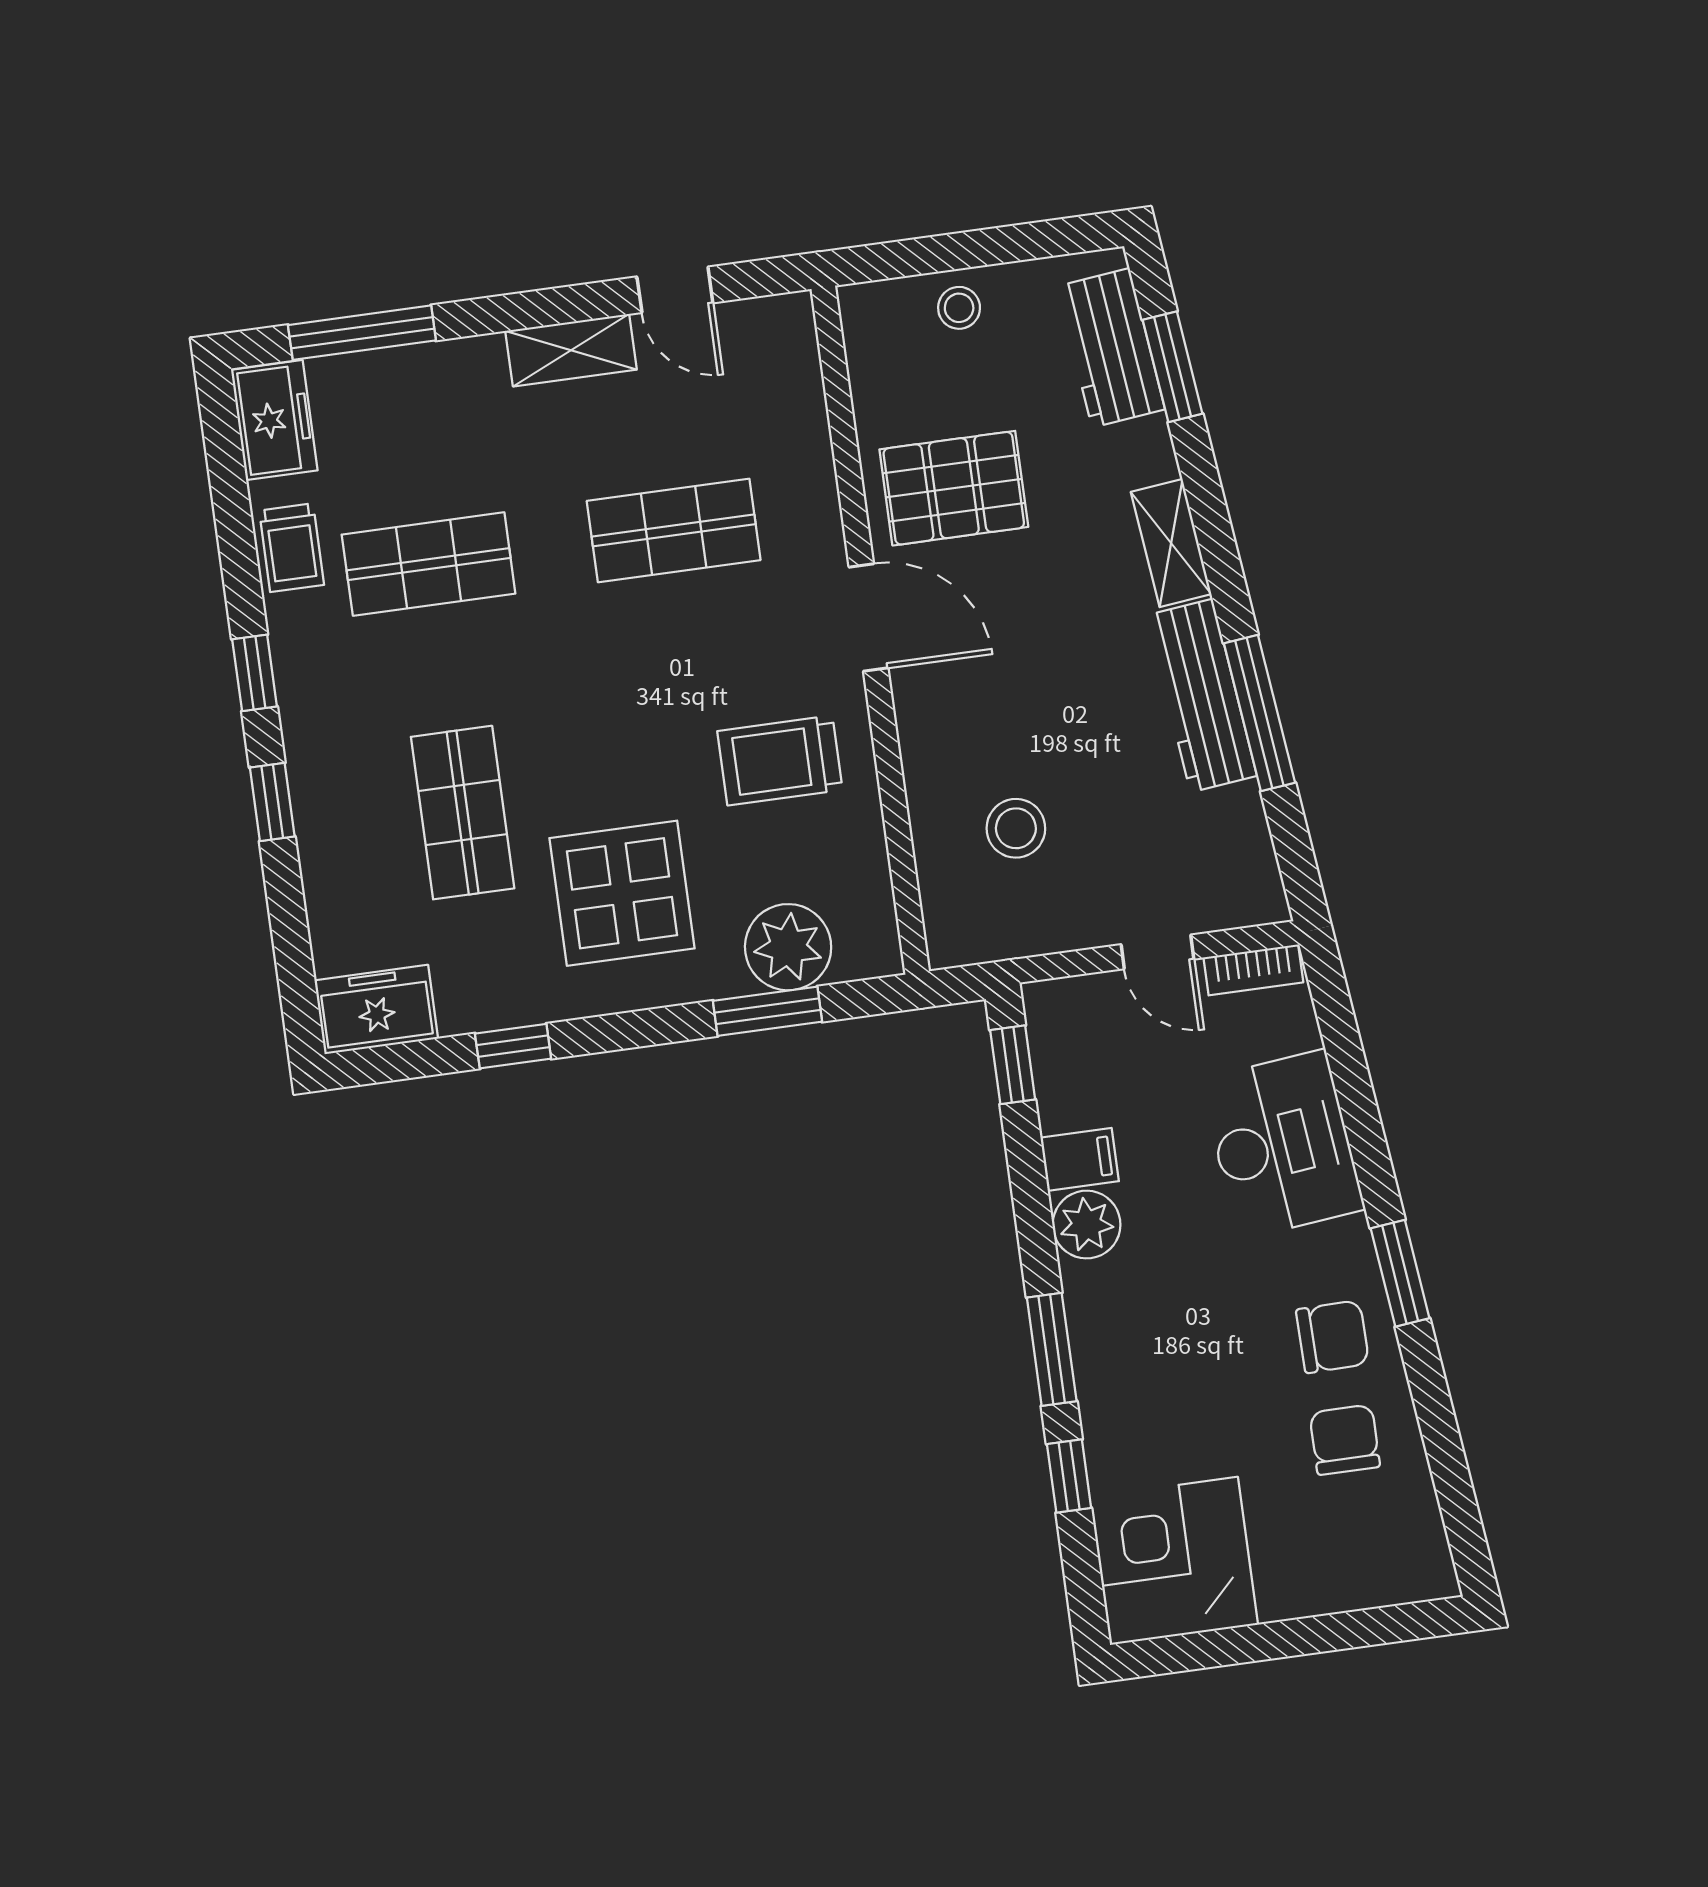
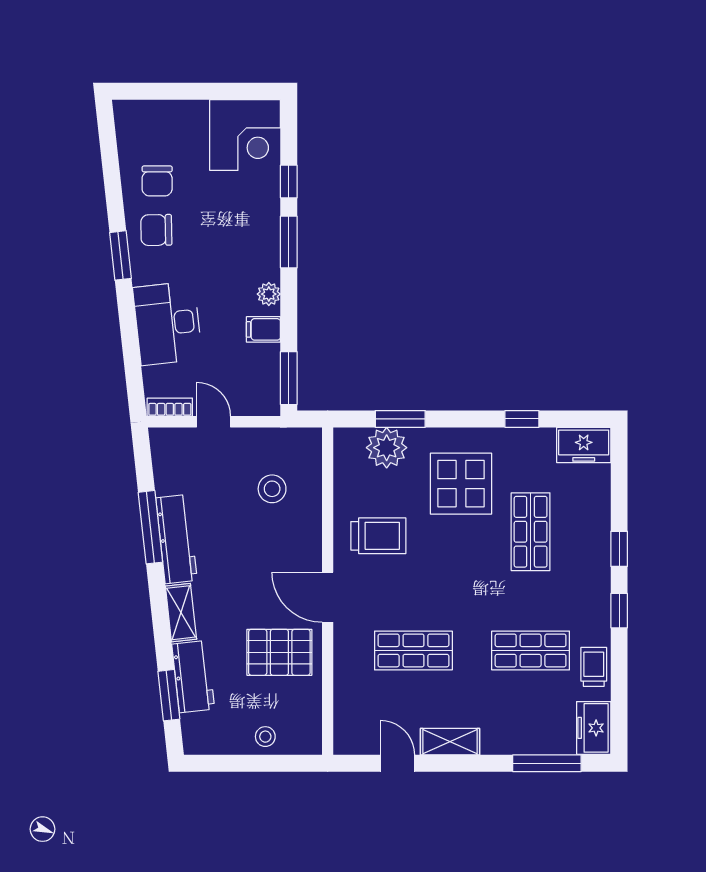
workbench: (1111, 348) -> (193, 677), moved
window: (1013, 1065) -> (289, 378), width x1.50
plant: (1087, 1225) -> (269, 294), width x0.73, depth x0.73

